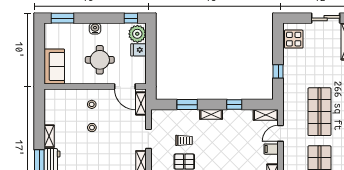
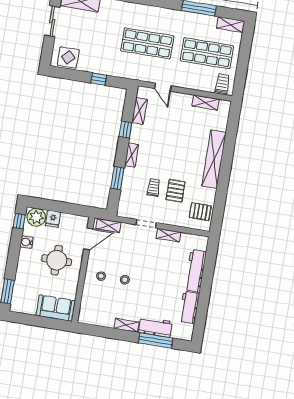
water cooler: (95, 28) -> (27, 242), moved
shelving: (266, 115) -> (139, 111), moved
filing cabinet: (271, 149) -> (177, 99), removed

